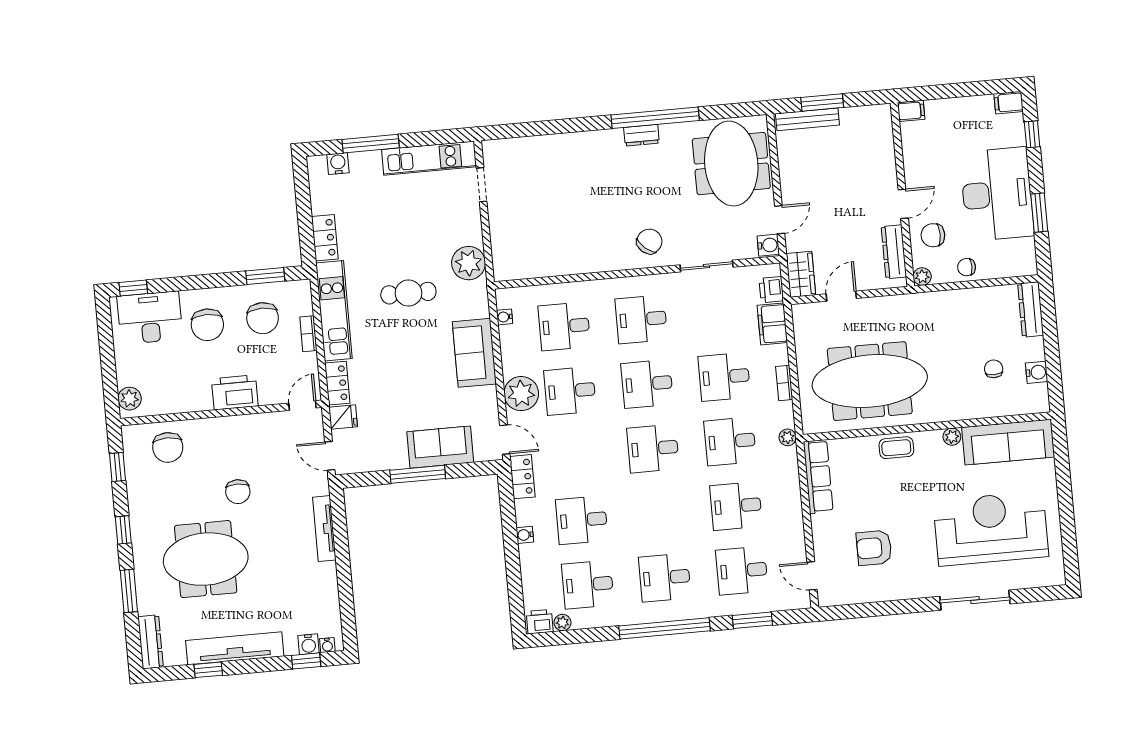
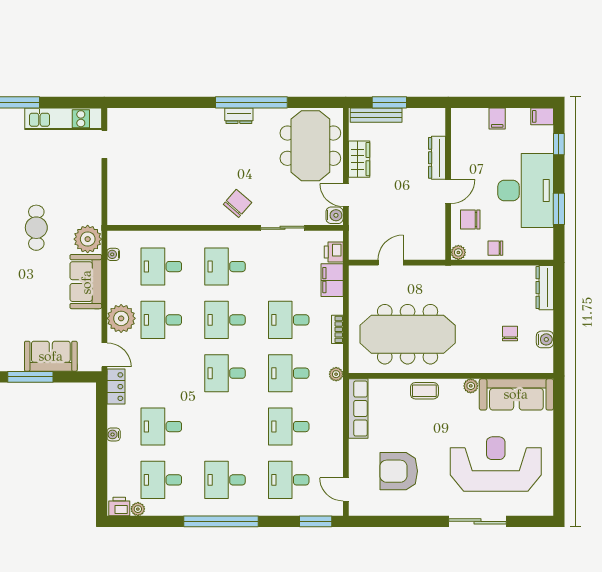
filing cabinet: (911, 111) -> (497, 119), moved, turned 90
door: (780, 220) -> (346, 195), swing flipped
dresser: (894, 252) -> (437, 158), moved
plant: (469, 263) -> (88, 239), moved
wardrobe: (801, 274) -> (359, 159), moved
cafe table: (408, 293) -> (36, 228), turned 90
armchair: (874, 548) -> (399, 471), width x1.36, depth x1.36
window: (752, 620) -> (316, 521), moved

